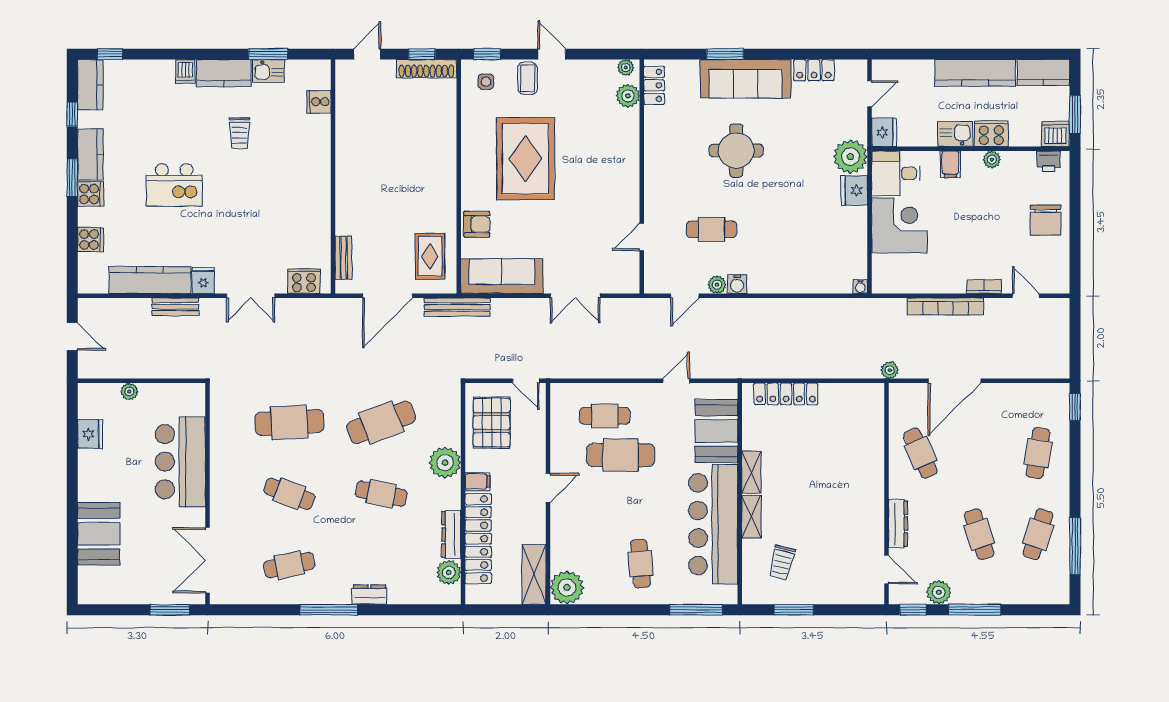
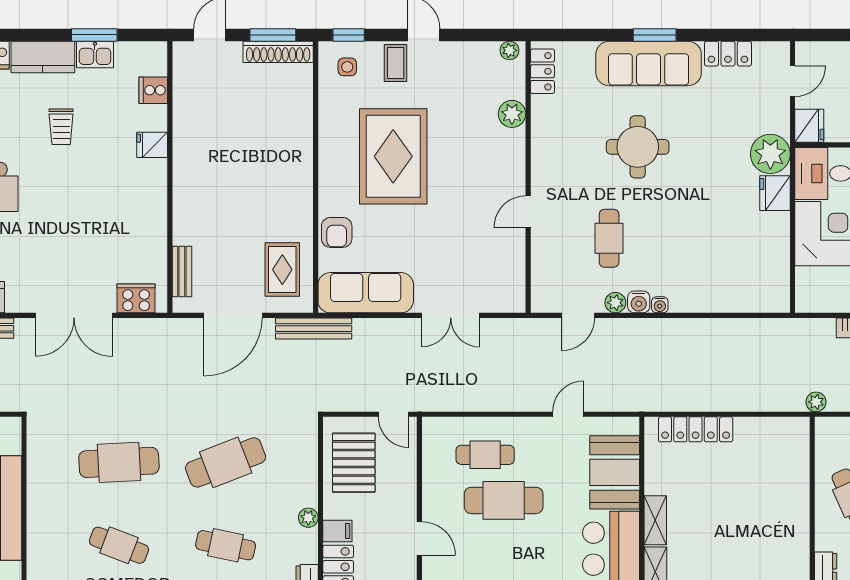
window: (422, 54) -> (273, 35), width x1.50
window: (725, 54) -> (655, 35), moved
plant: (628, 96) -> (512, 114), moved
armchair: (477, 224) -> (337, 232), turned 90
cafe table: (711, 229) -> (609, 238), turned 90
door: (642, 237) -> (528, 212), moved
fridge: (203, 280) -> (152, 145), moved, turned -90
water cooler: (860, 287) -> (660, 305), moved
double door: (251, 296) -> (74, 315), width x1.37
plant: (445, 463) -> (308, 518), width x0.53, depth x0.53
door: (548, 488) -> (419, 538), hinge flipped

